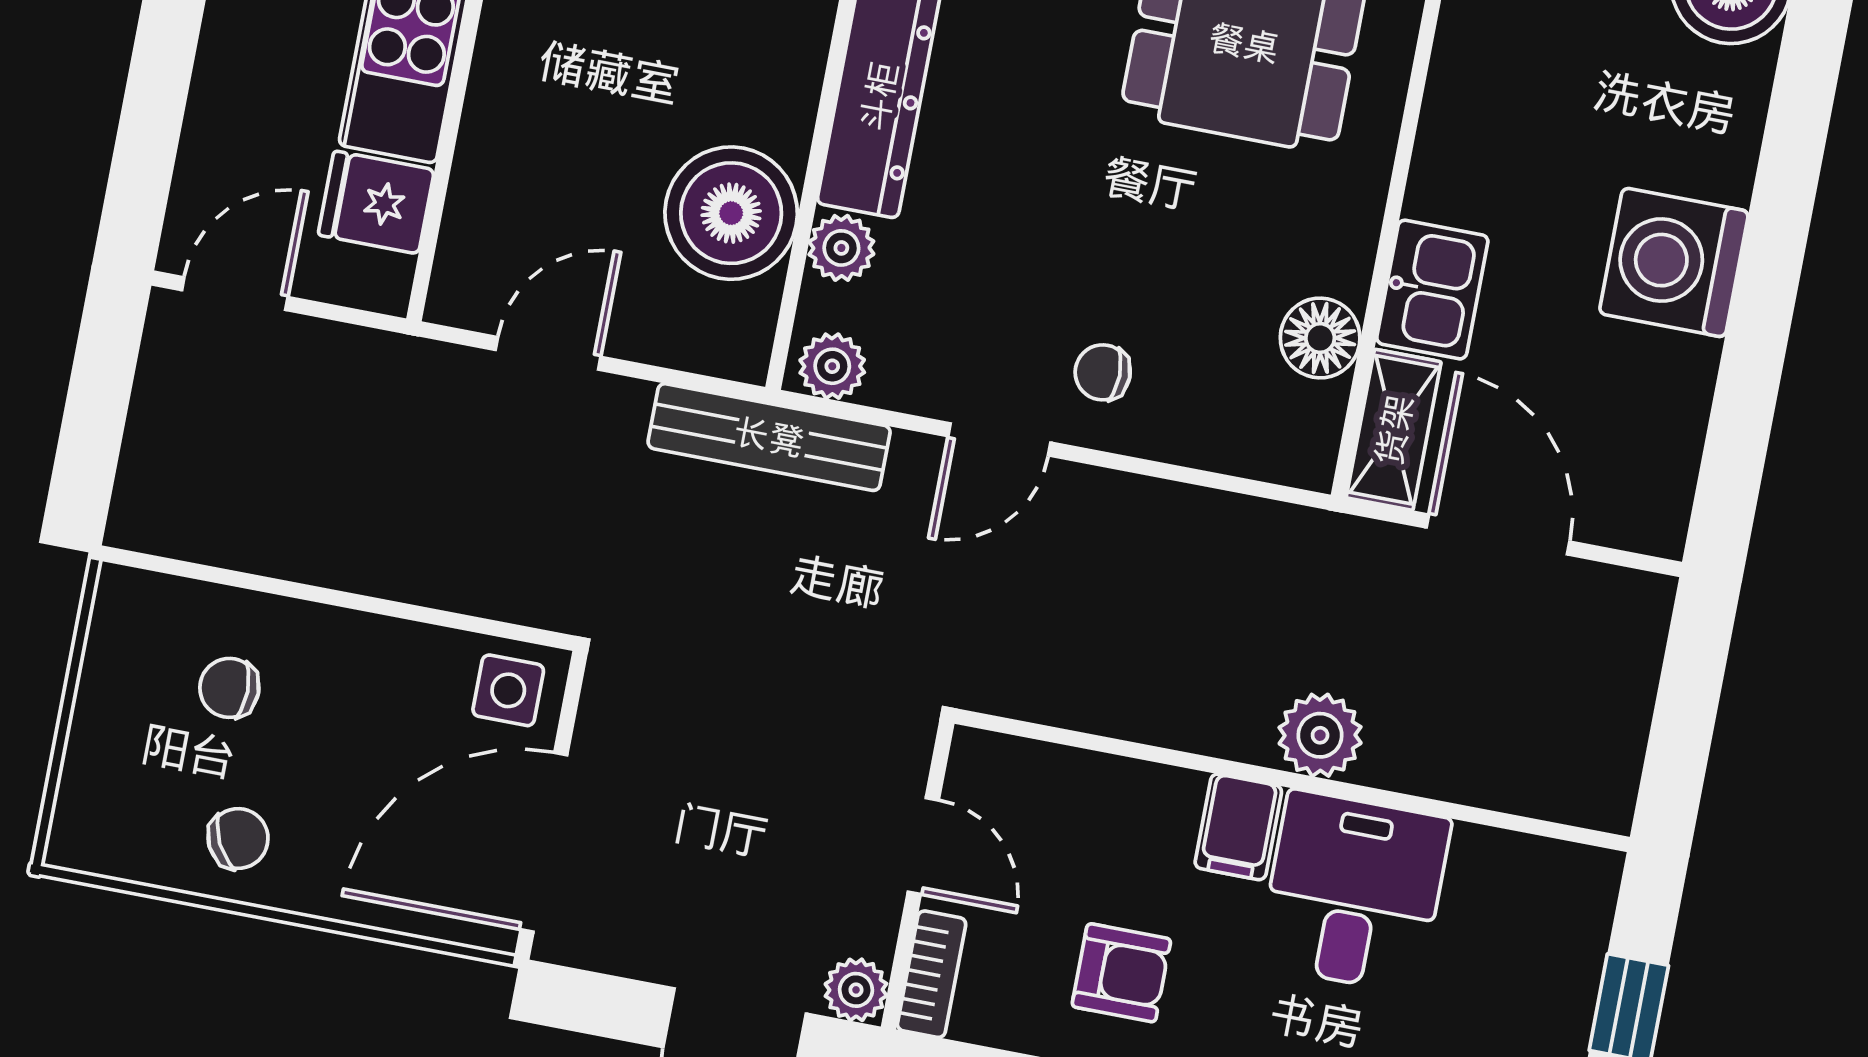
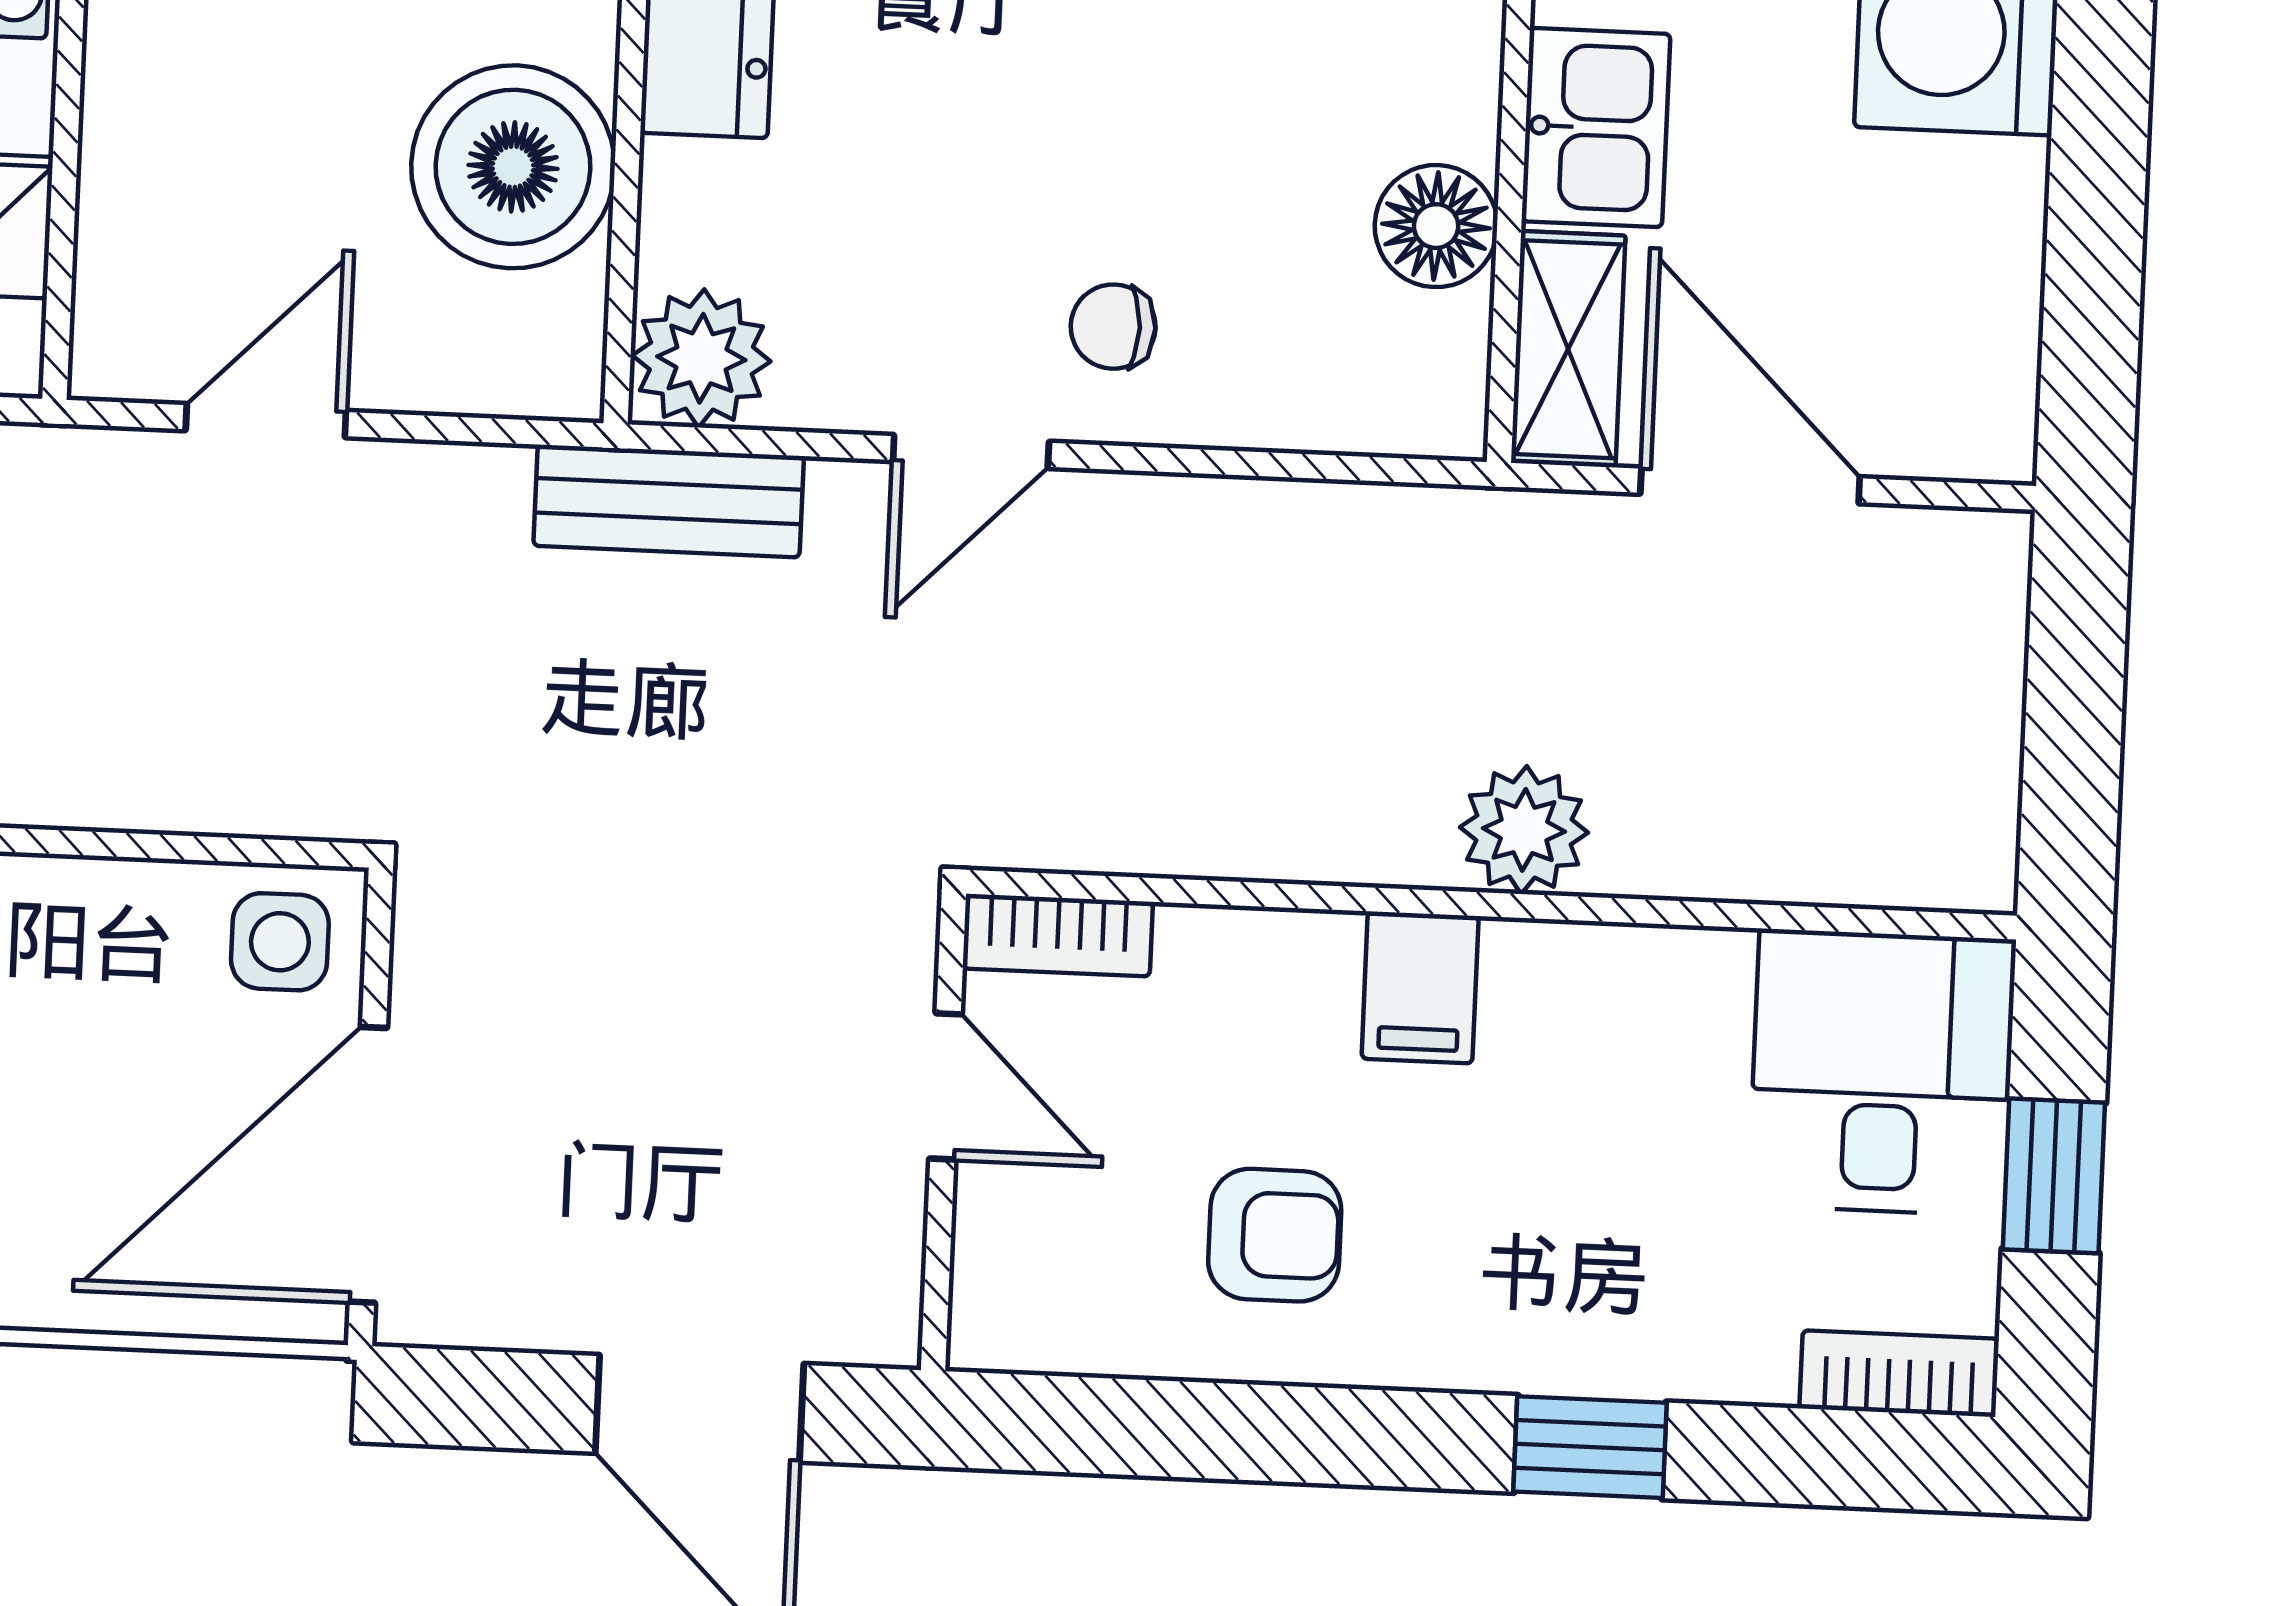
plant: (841, 248) -> (688, 195), removed
plant: (832, 366) -> (701, 358), width x1.38, depth x1.38
bench: (769, 437) -> (669, 501), width x0.73
desk: (1354, 892) -> (1882, 1072), moved
bookcase: (932, 974) -> (1058, 935), moved, turned 90
plant: (856, 990) -> (875, 1320), removed

